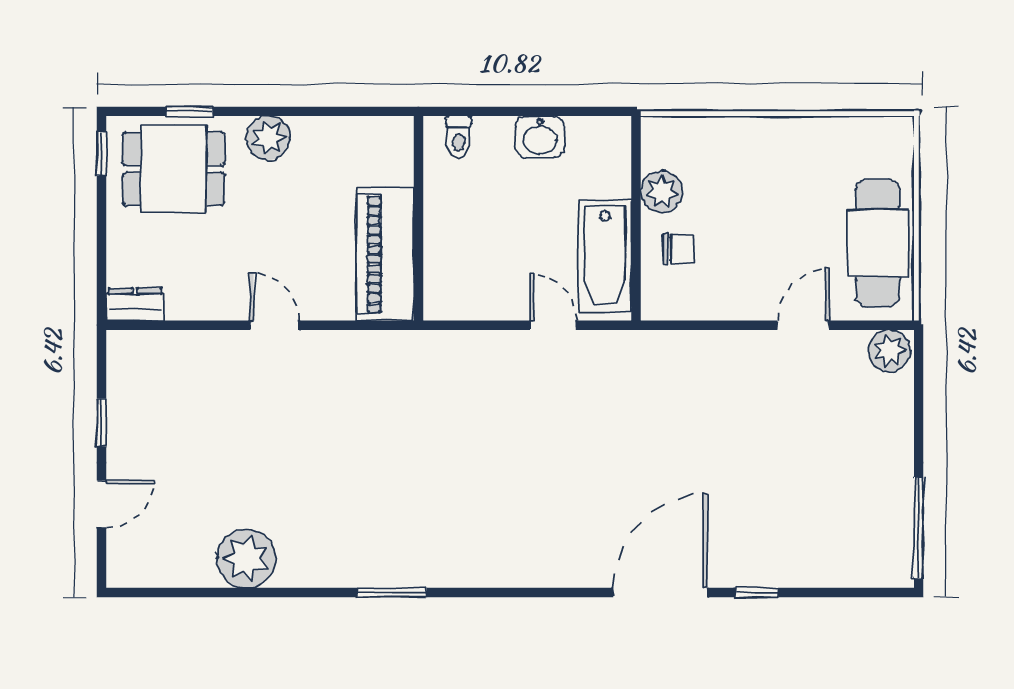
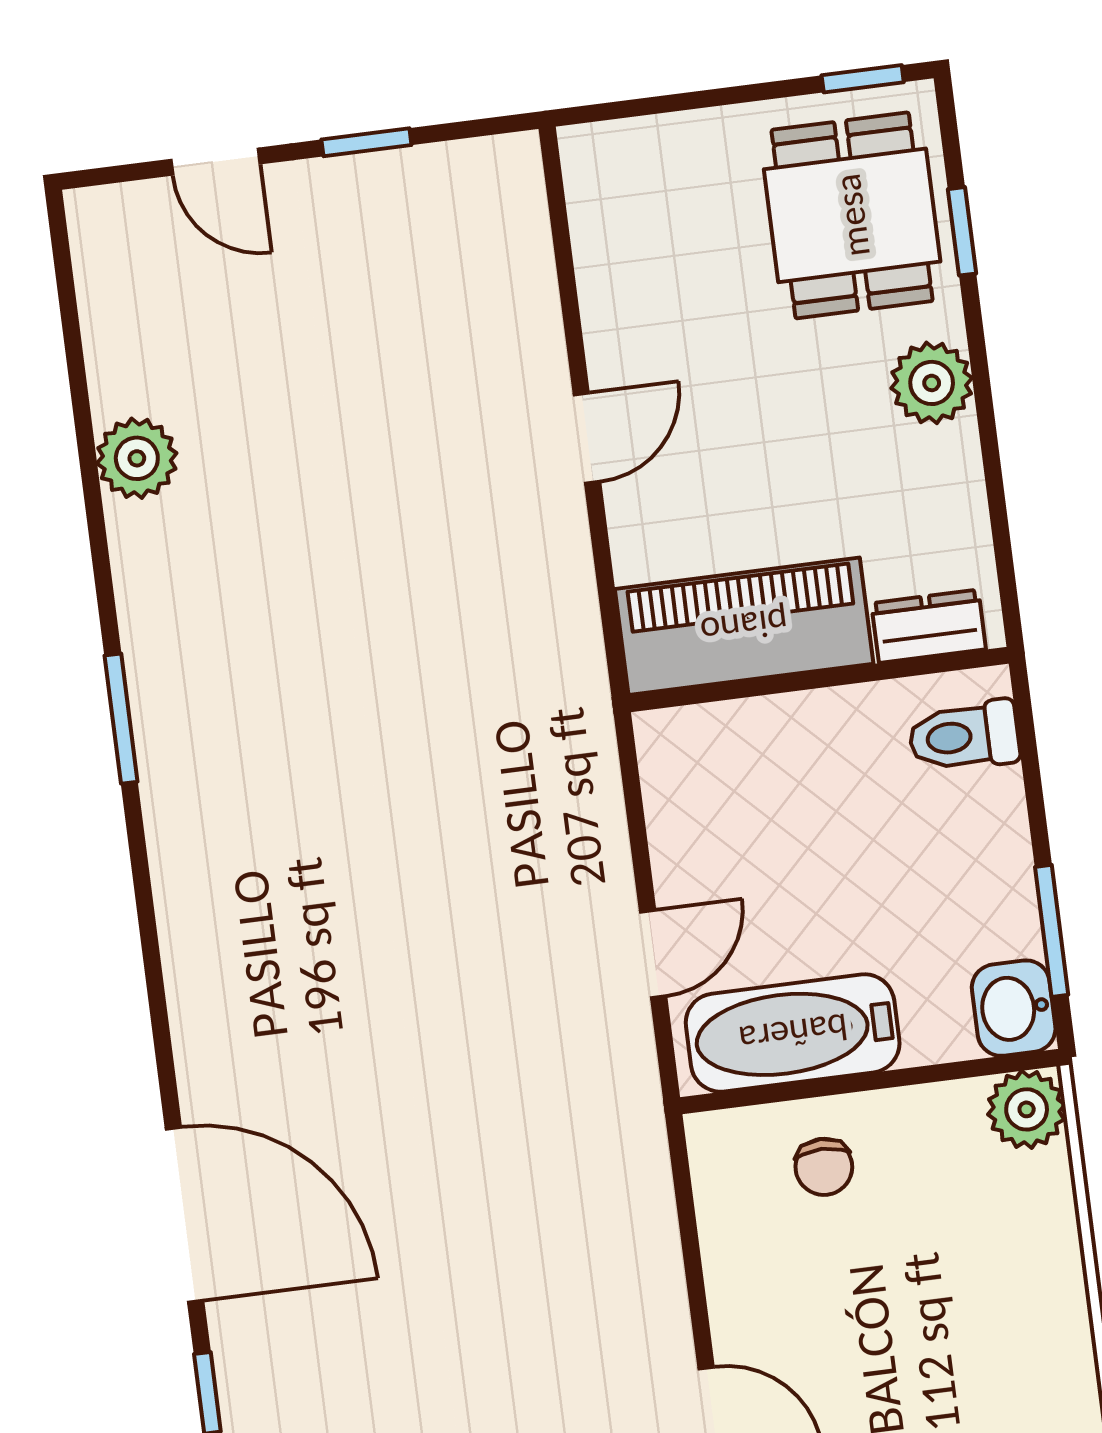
window: (568, 111) -> (1052, 931), added
toilet: (459, 137) -> (964, 736), width x1.37, depth x1.39
washbasin: (540, 137) -> (1014, 1008), moved
plant: (662, 192) -> (1027, 1109), moved
dresser: (135, 304) -> (929, 626), moved, turned -90
plant: (246, 558) -> (137, 458), width x0.73, depth x0.73

